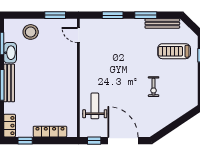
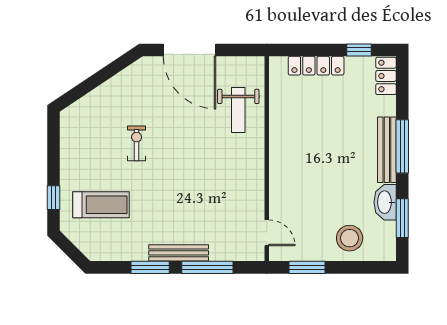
window: (113, 15) -> (207, 267), width x1.44
bench: (162, 23) -> (179, 253), moved
window: (94, 141) -> (240, 50), removed

